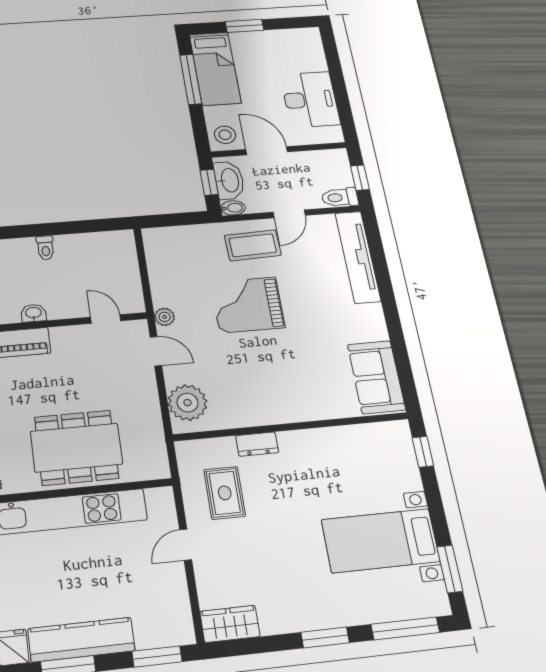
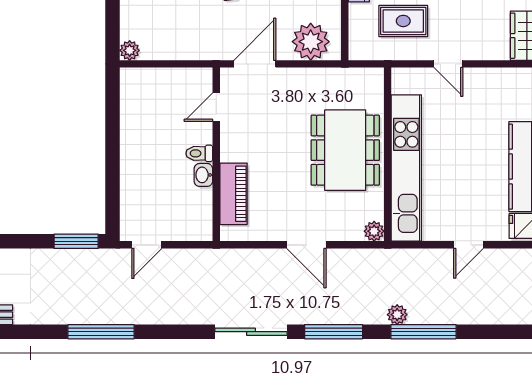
toilet: (45, 248) -> (199, 153), moved, turned 180
plant: (165, 317) -> (130, 50), moved
door: (156, 351) -> (255, 64), width x1.37

